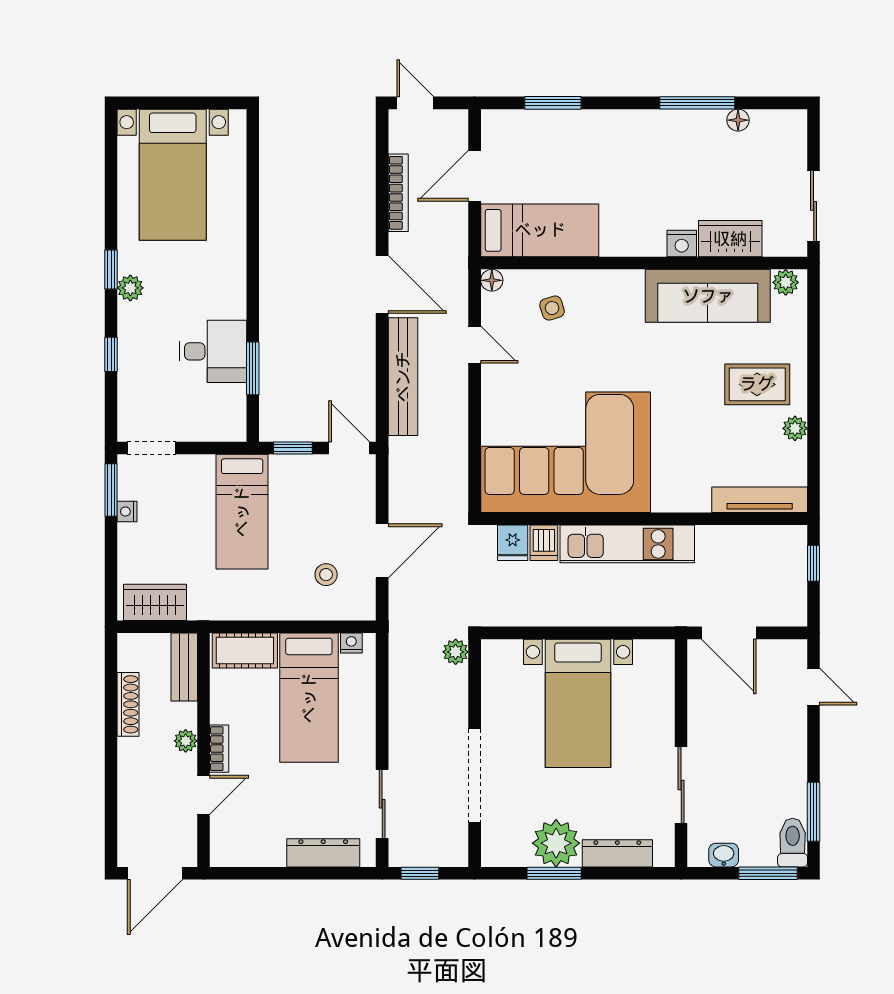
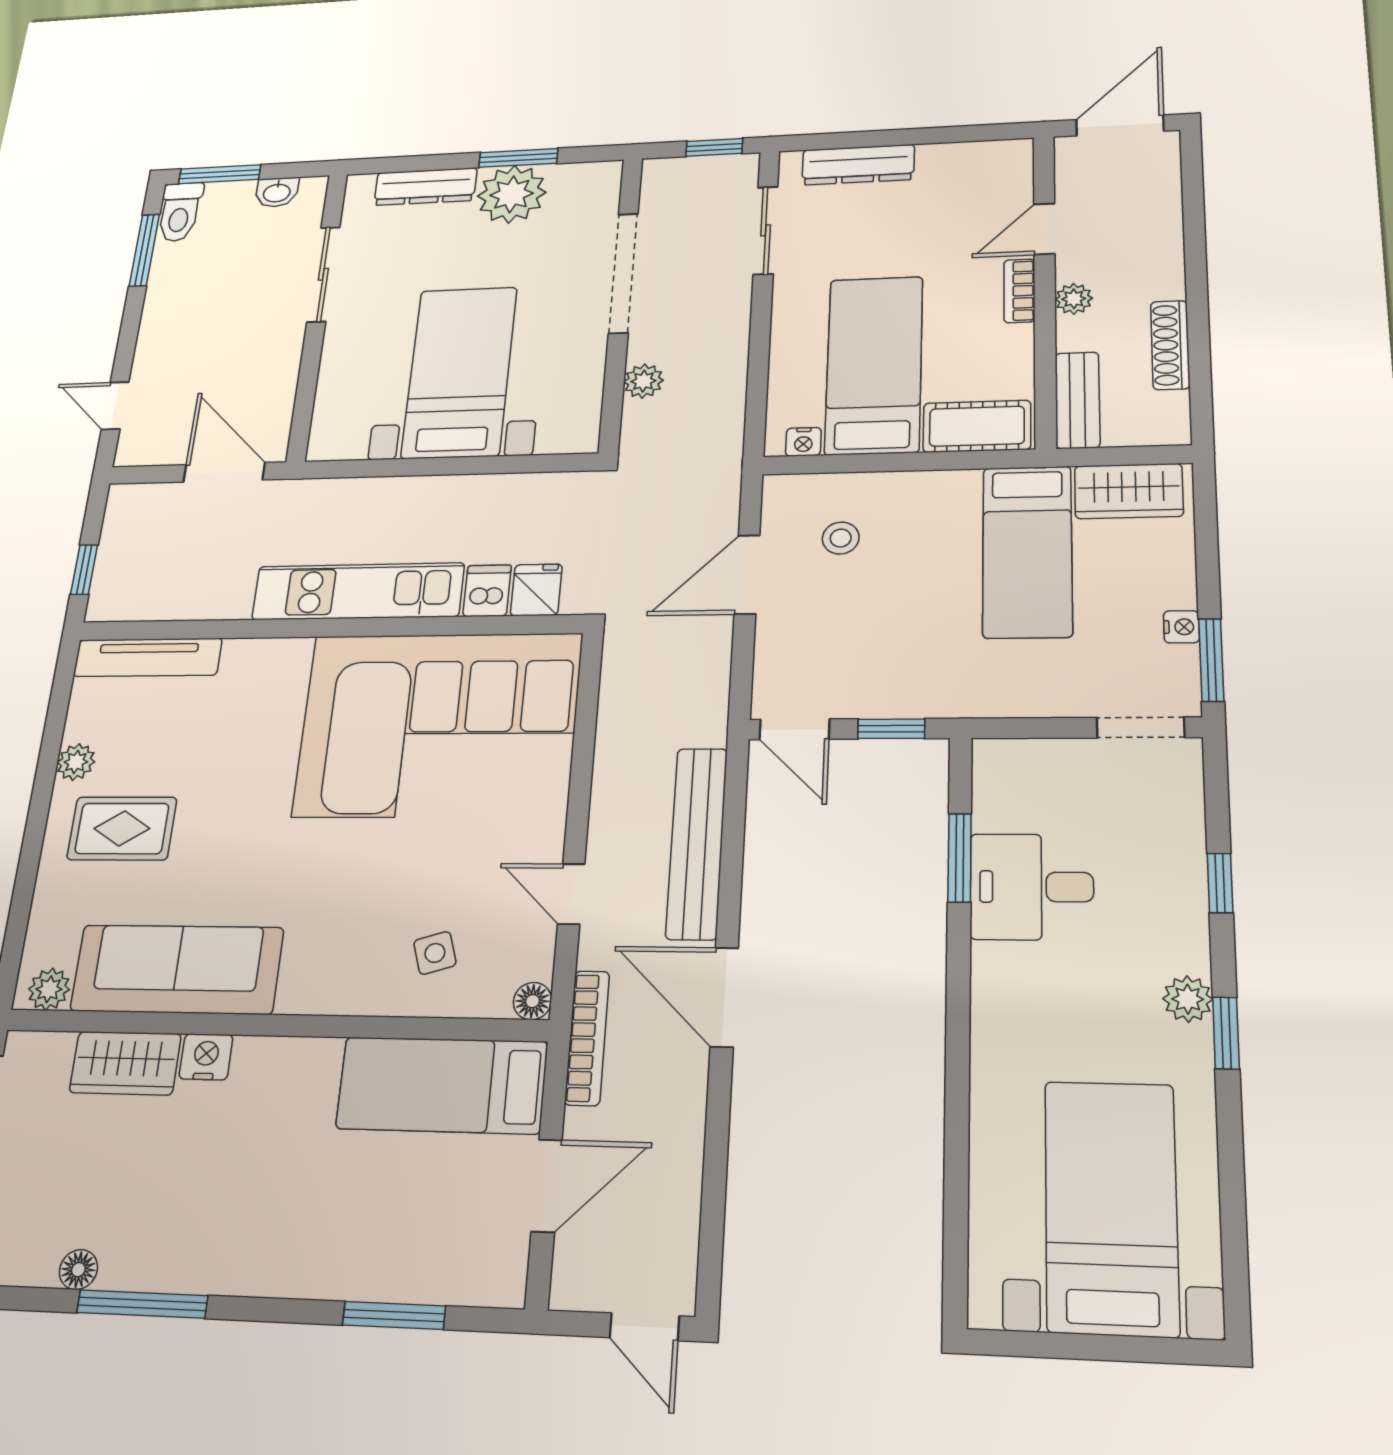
bookcase: (398, 193) -> (587, 1038), moved, turned 180
bed: (242, 512) -> (1027, 551), moved, turned 180
plant: (456, 652) -> (643, 381), moved

